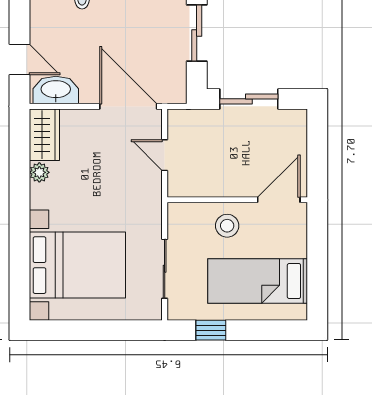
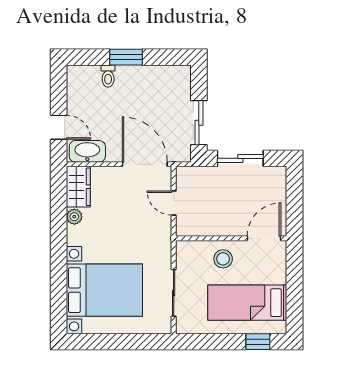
sliding door: (197, 33) -> (199, 123), moved
window: (211, 330) -> (258, 342), moved

